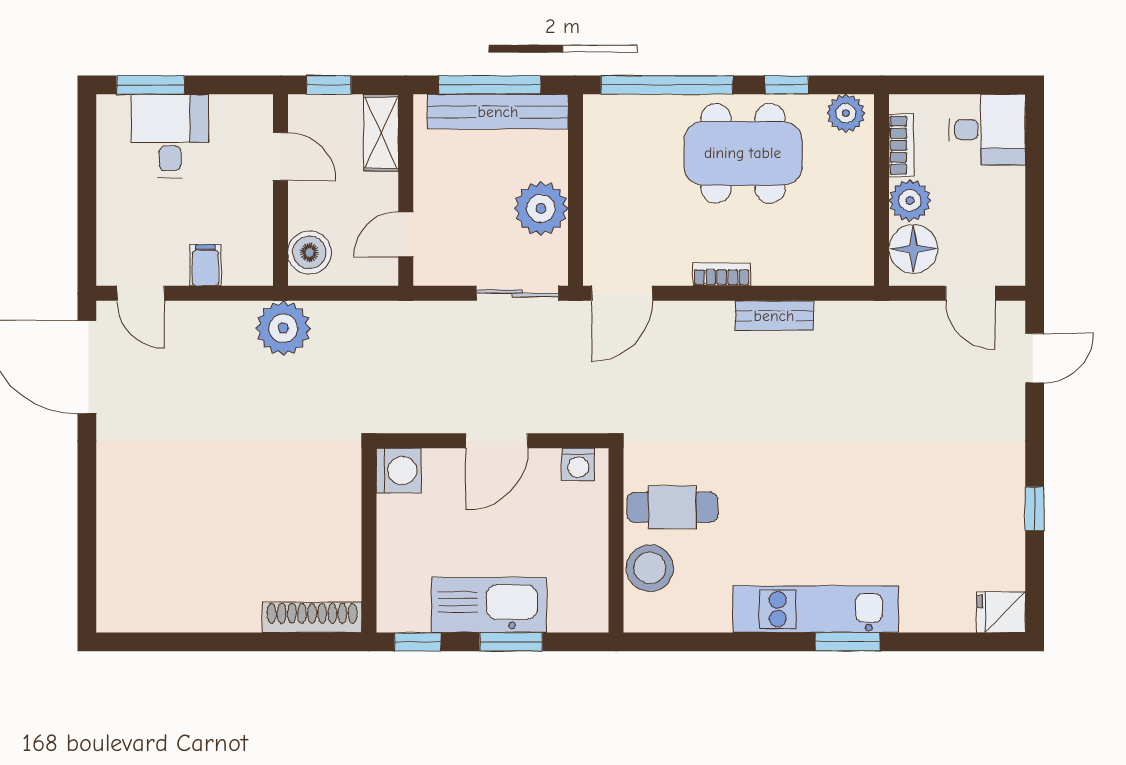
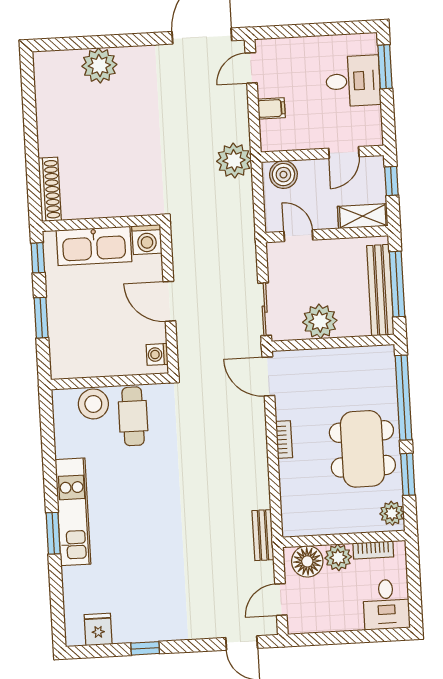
window: (787, 85) -> (408, 474), width x1.50
bench: (774, 316) -> (263, 535), moved
plant: (124, 529) -> (99, 65), added
kitchen sink: (489, 605) -> (94, 246), moved, turned 90
fridge: (1001, 612) -> (98, 629), moved

